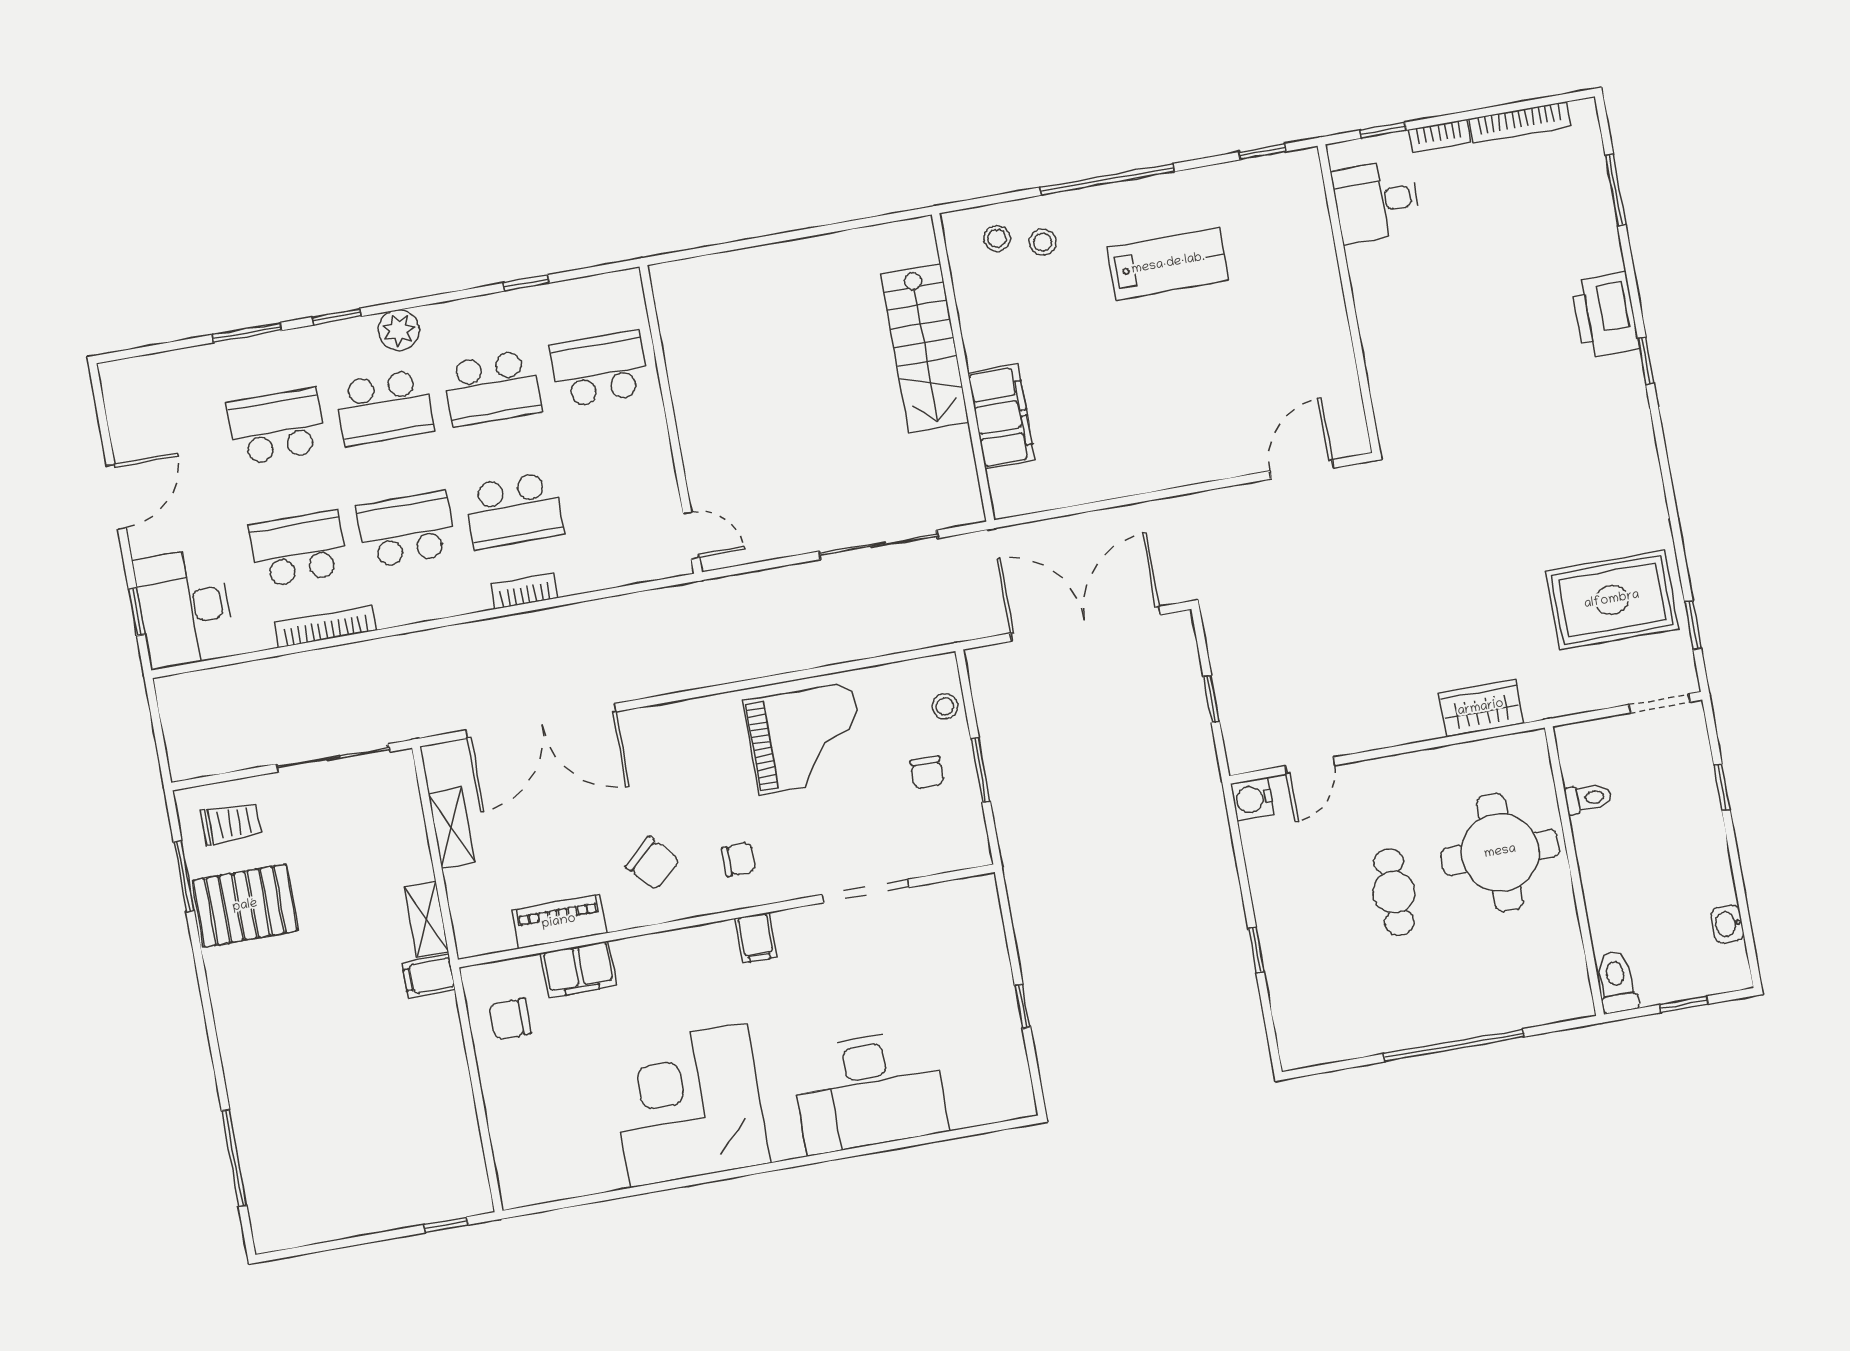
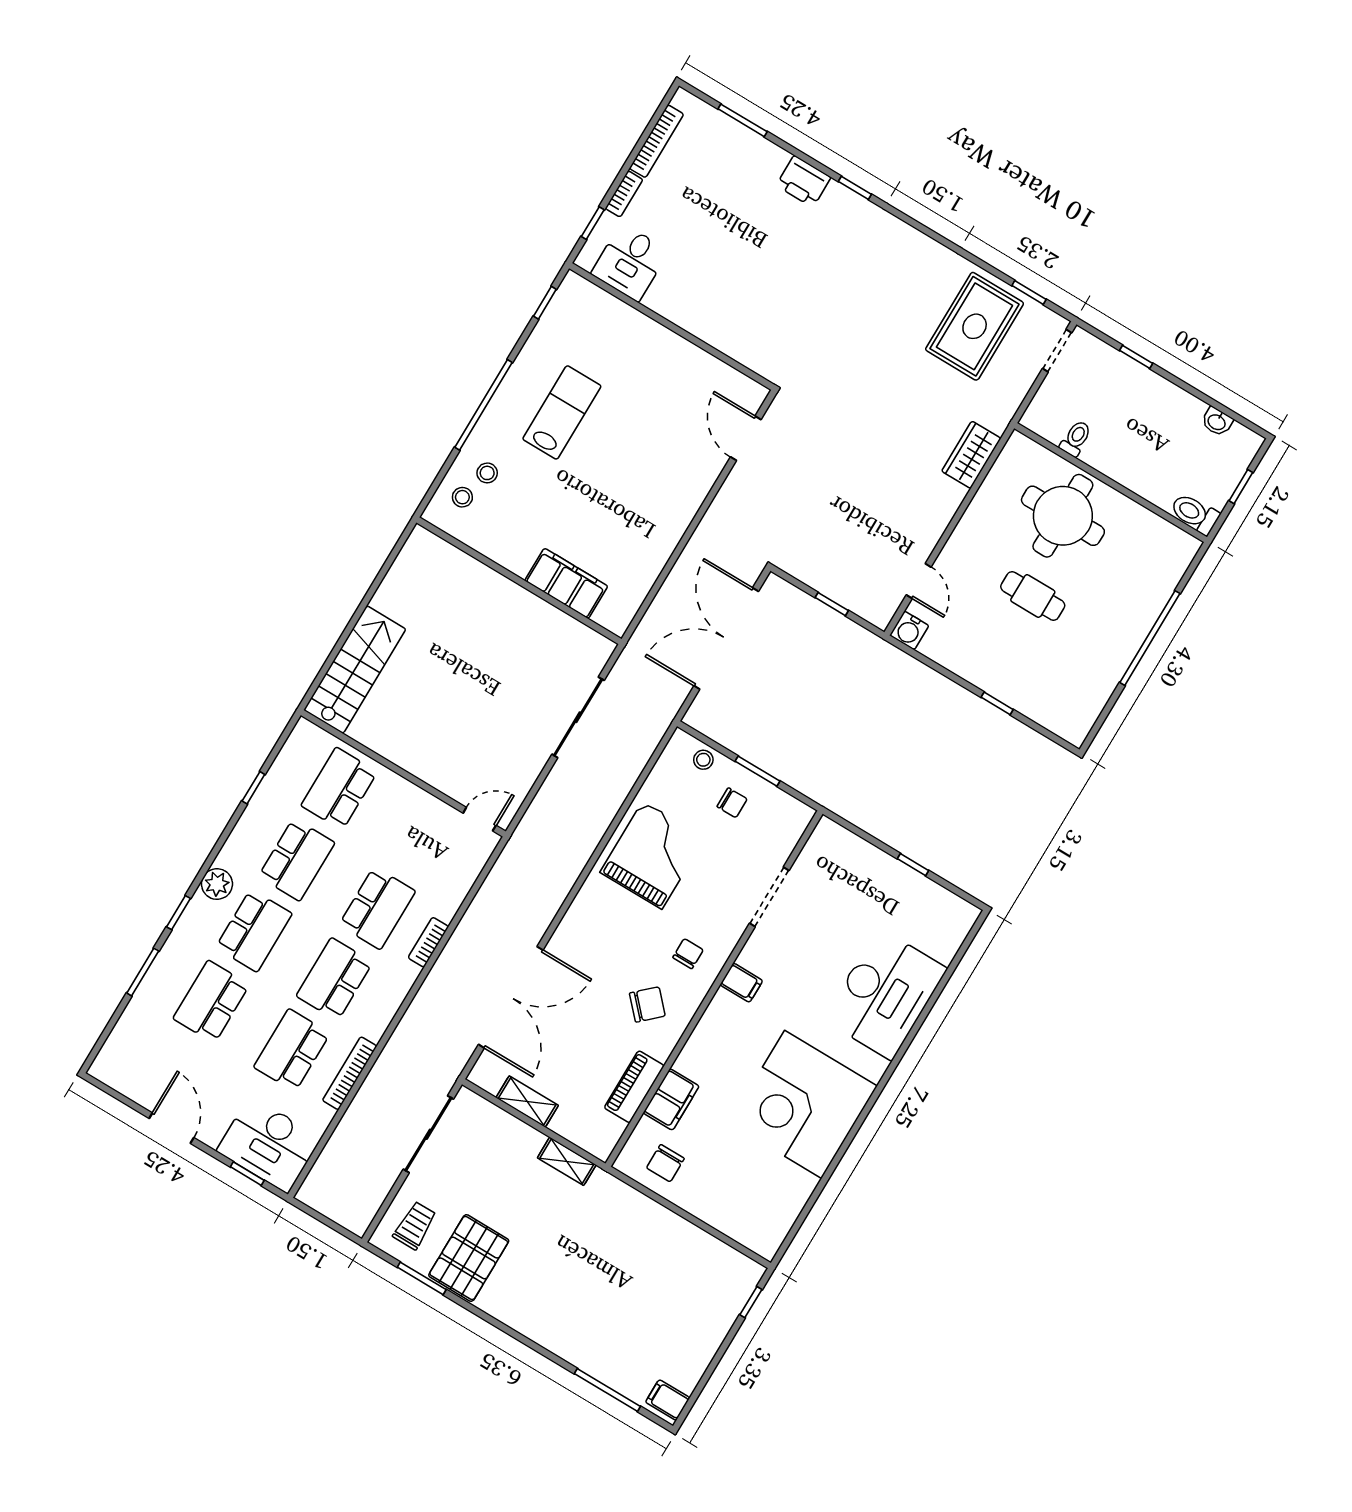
printer: (1605, 315) -> (804, 181), width x0.73, depth x0.84
stairs: (925, 348) -> (355, 670), moved, turned -90
filing cabinet: (429, 976) -> (668, 1400), moved, turned 90

